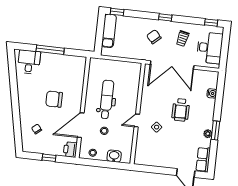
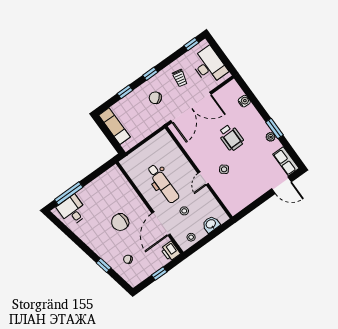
window: (117, 12) -> (125, 92), moved
window: (50, 50) -> (69, 193), moved
dental chair: (107, 99) -> (163, 184), turned 180
window: (16, 118) -> (104, 265), added

